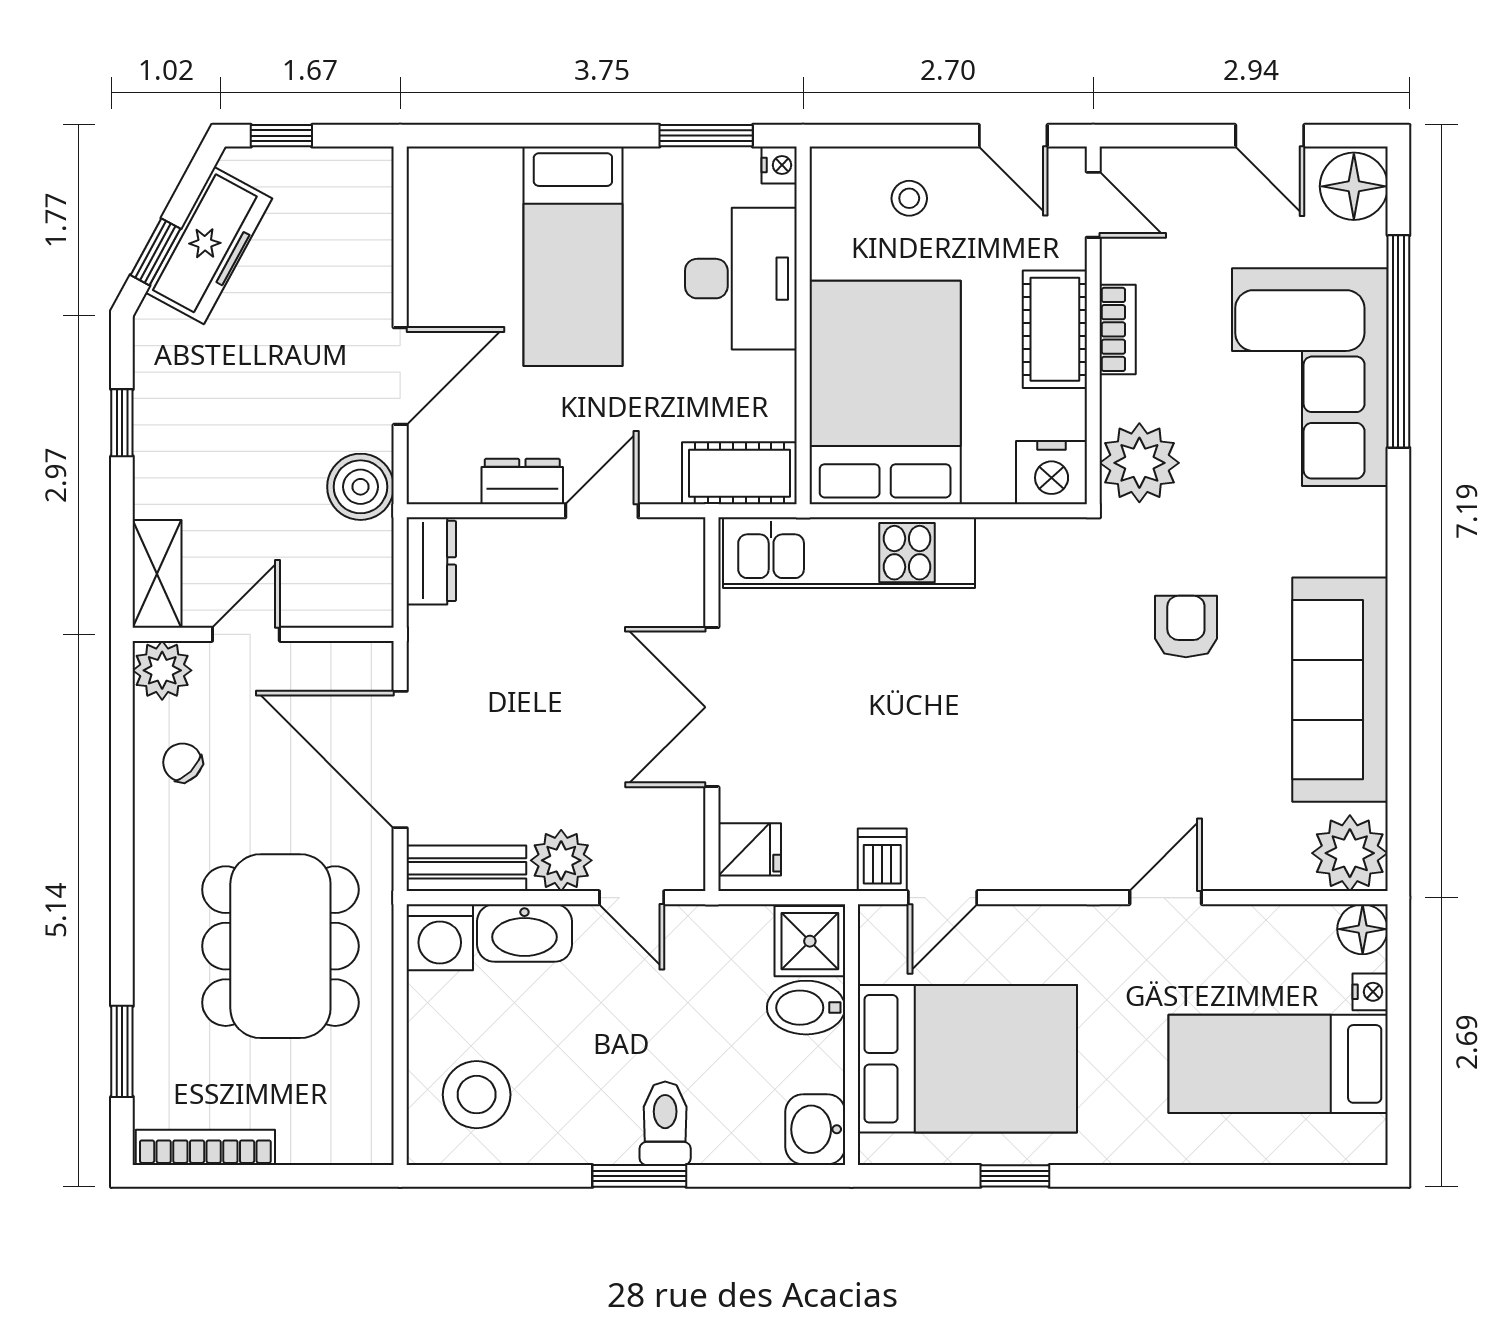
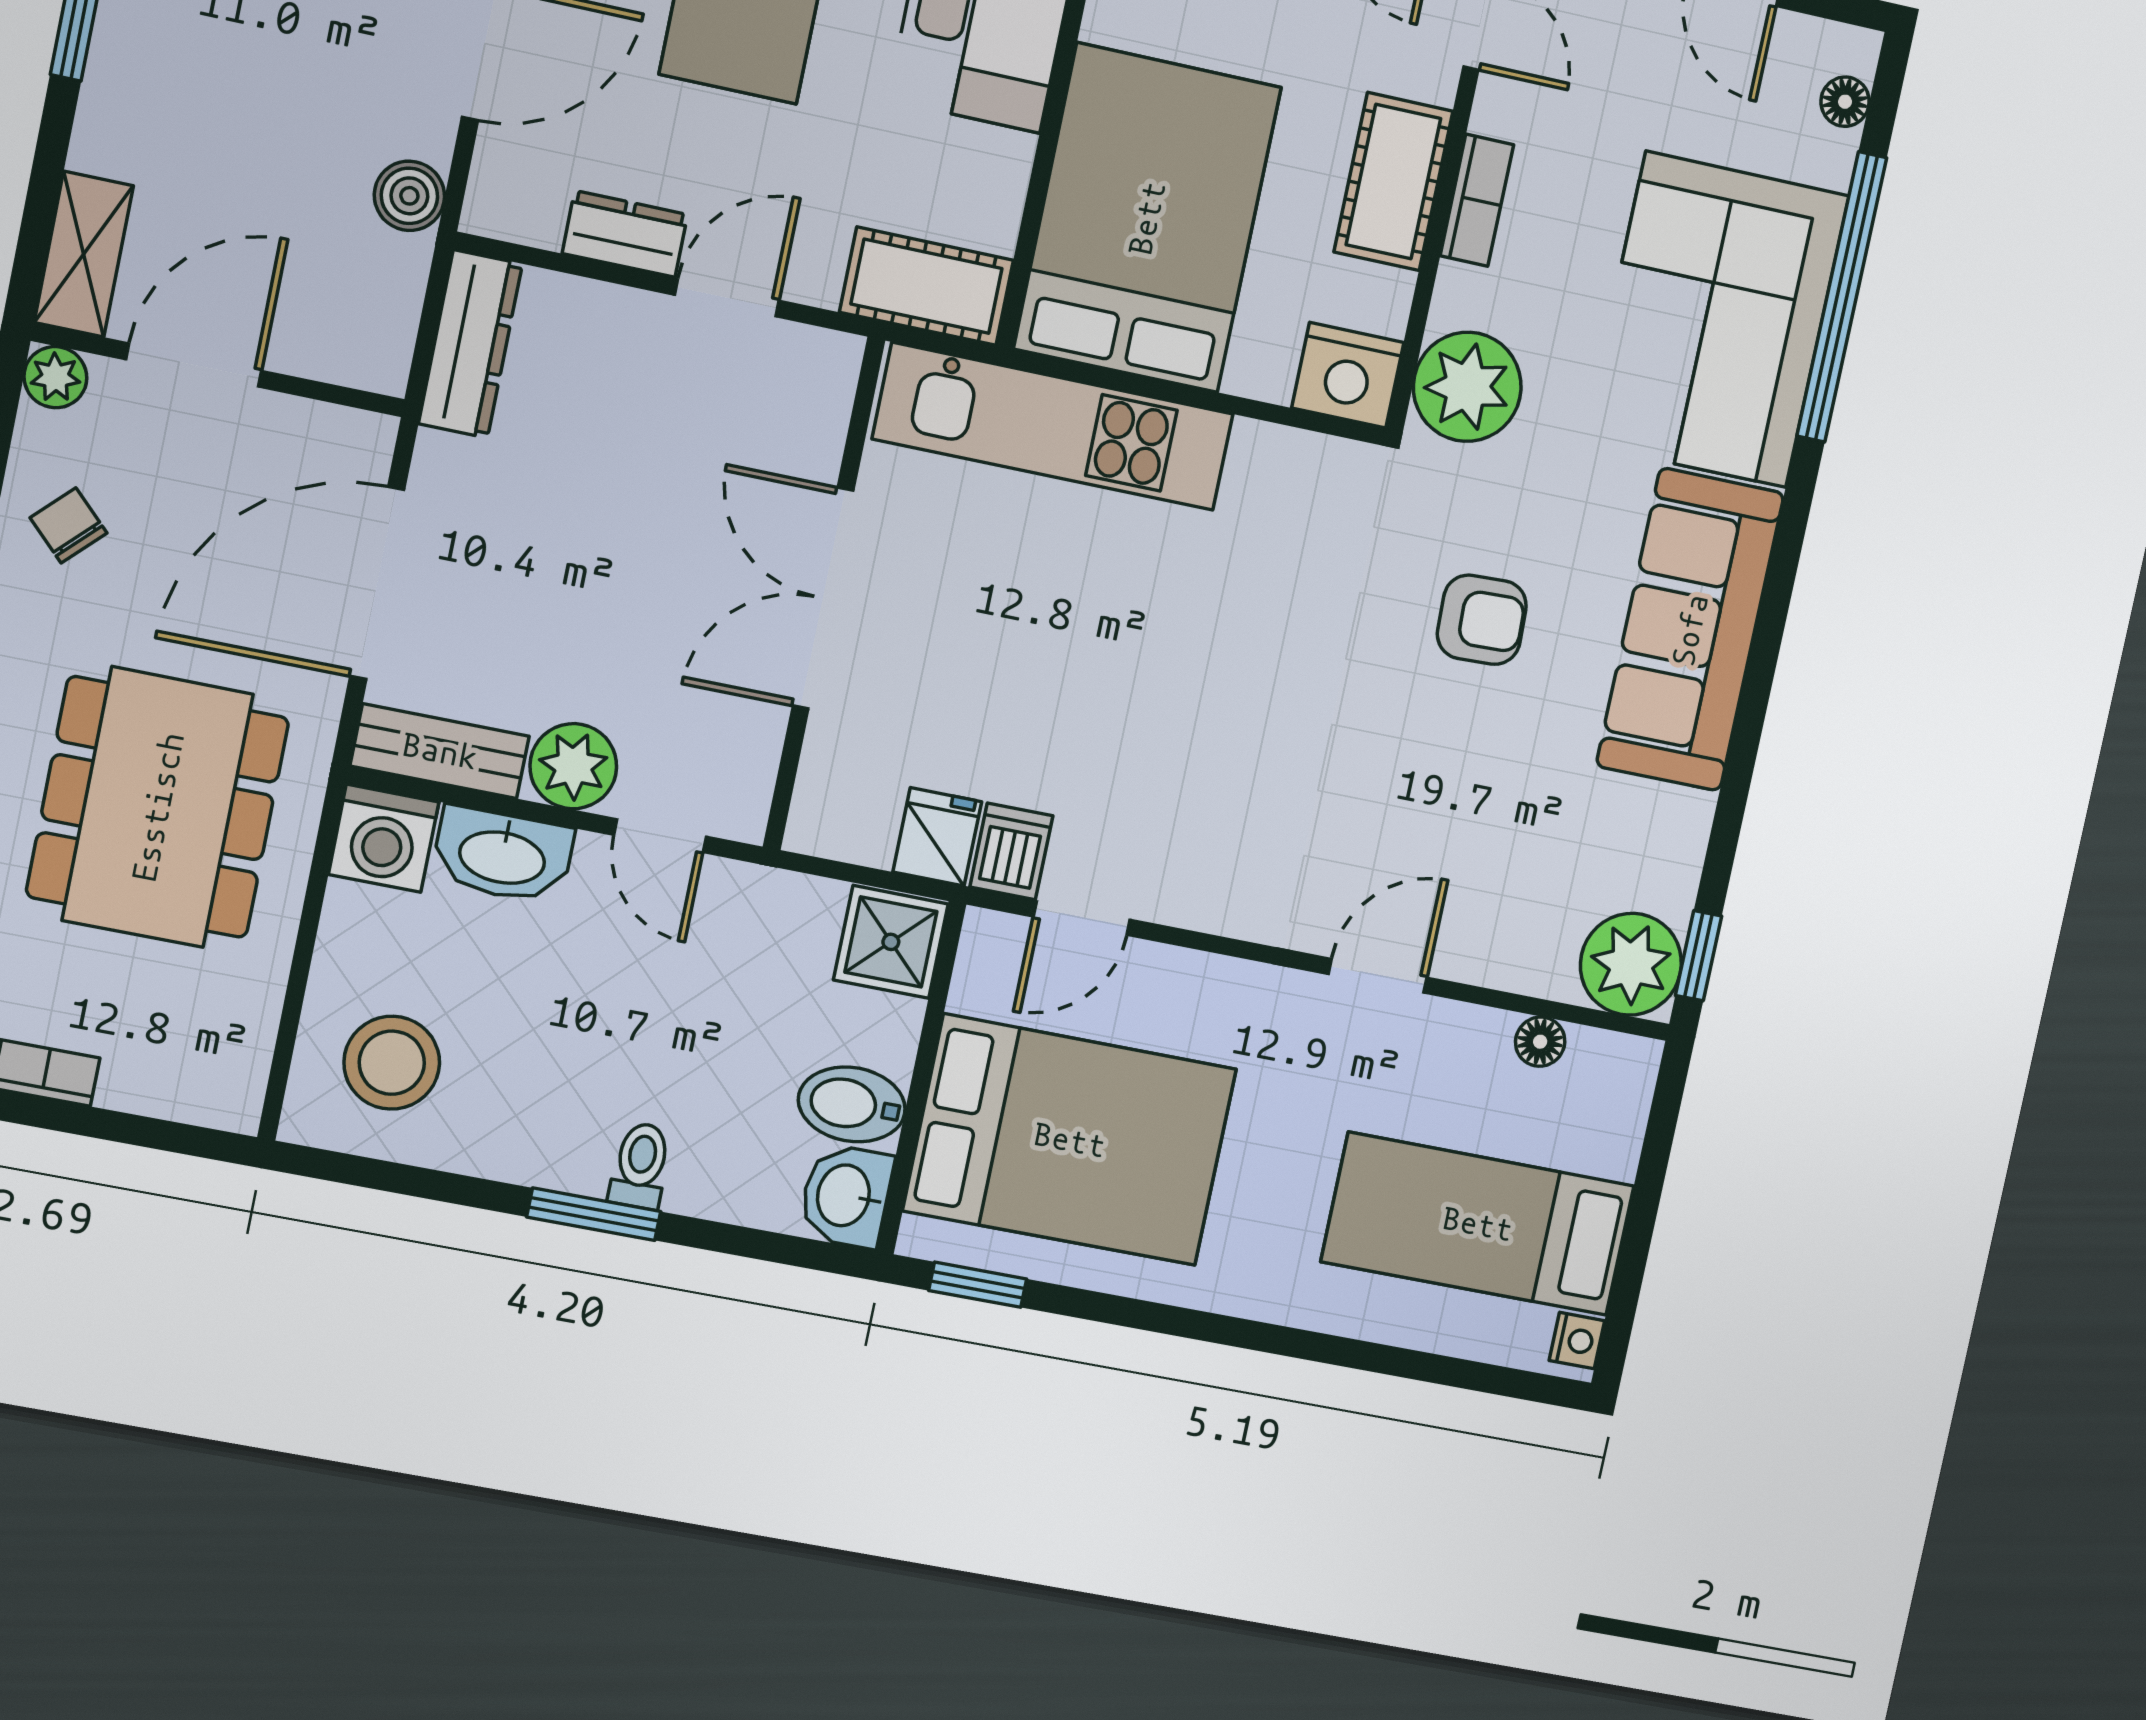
floor lamp: (1354, 186) -> (1845, 102), width x0.53, depth x0.53
boiler: (361, 487) -> (409, 196), width x0.73, depth x0.73
dresser: (431, 561) -> (470, 344), width x1.44
armchair: (1186, 626) -> (1482, 620), turned 88
door: (246, 634) -> (194, 365), width x1.38
plant: (162, 670) -> (55, 377), width x0.73, depth x0.73
sofa: (1340, 690) -> (1690, 630), moved
door: (400, 760) -> (377, 583), hinge flipped
window: (1398, 837) -> (1698, 956), added
fridge: (750, 849) -> (937, 837), moved, turned -90
floor lamp: (1363, 929) -> (1540, 1042), moved, width x0.73, depth x0.73
nightstand: (1370, 992) -> (1577, 1341), moved
bidet: (806, 1008) -> (852, 1104), moved
toilet: (665, 1123) -> (640, 1166), width x0.73, depth x0.72
window: (1015, 1176) -> (978, 1285), moved

